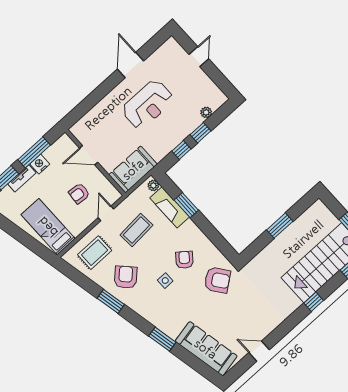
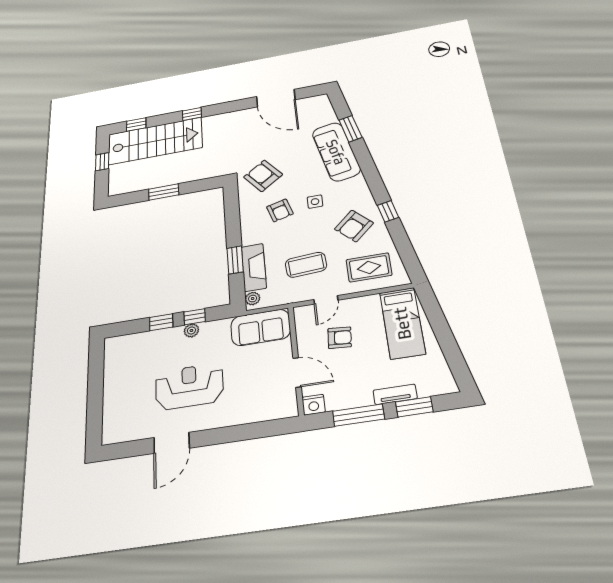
door: (199, 57) -> (95, 402), removed
plant: (206, 112) -> (191, 330), moved
nightstand: (40, 164) -> (314, 405), moved
armchair: (184, 260) -> (280, 210), turned -54
window: (111, 301) -> (388, 211), width x0.67
window: (162, 339) -> (351, 129), moved
sofa: (206, 349) -> (336, 152), moved
door: (259, 351) -> (276, 98), width x1.88

